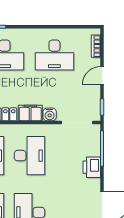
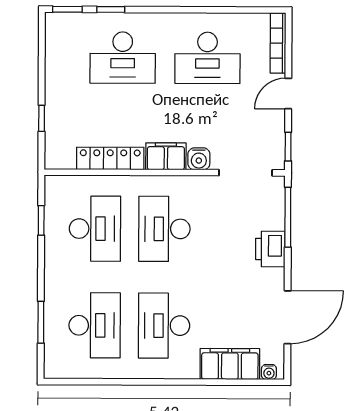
bookcase: (96, 46) -> (278, 43), width x1.56
desk: (30, 156) -> (164, 229), turned 180

